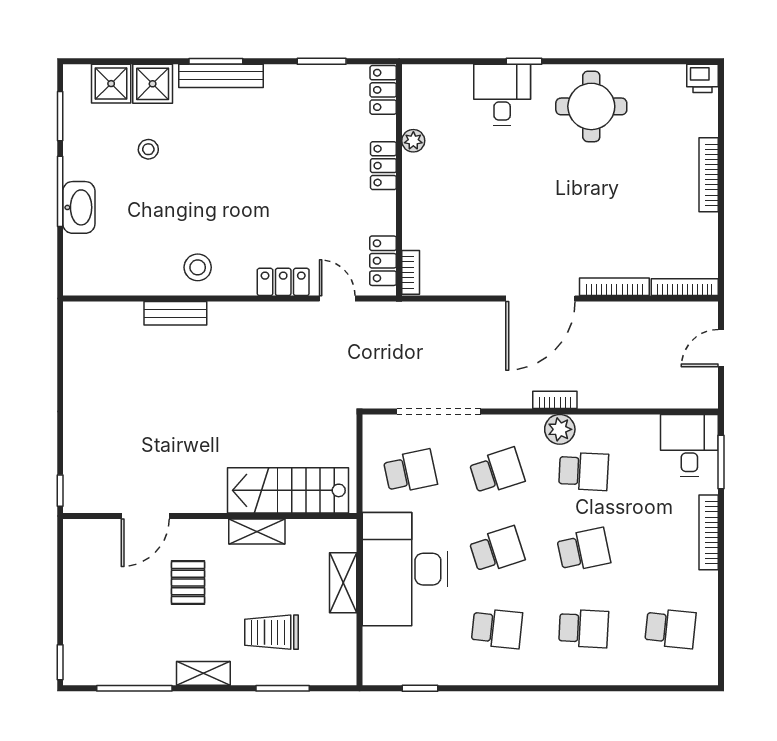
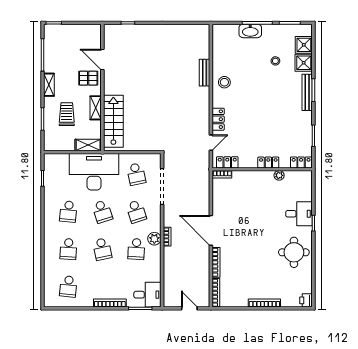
stairs: (288, 490) -> (113, 121), moved
door: (145, 516) -> (102, 60), moved
wall: (210, 516) -> (102, 87), moved
shelving: (257, 531) -> (96, 108), moved

